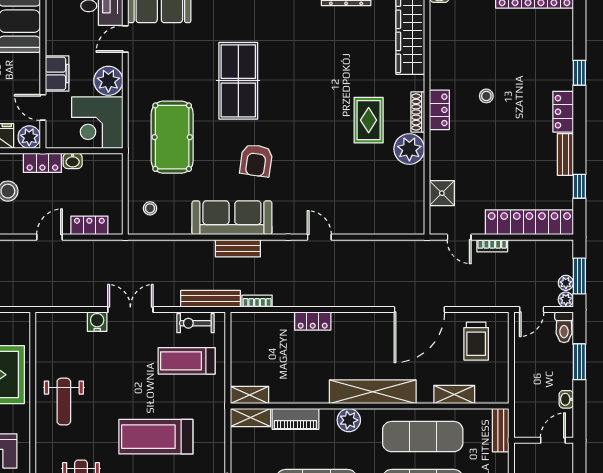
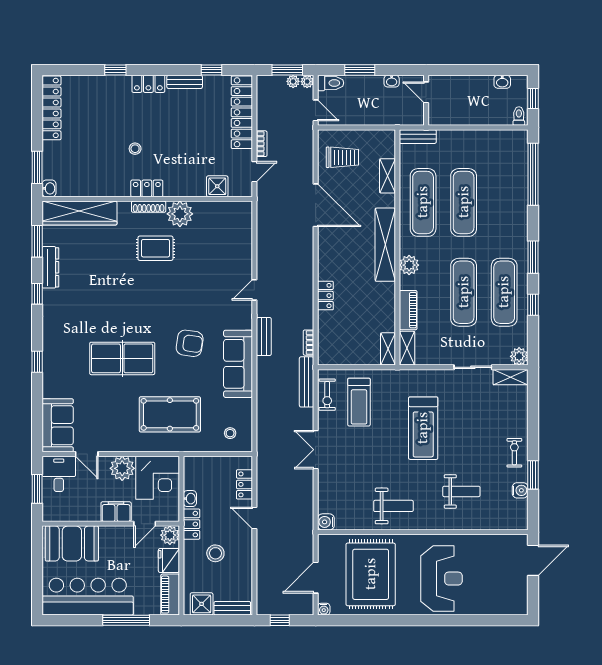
bench: (238, 248) -> (264, 337), moved
water cooler: (97, 322) -> (326, 522), moved

